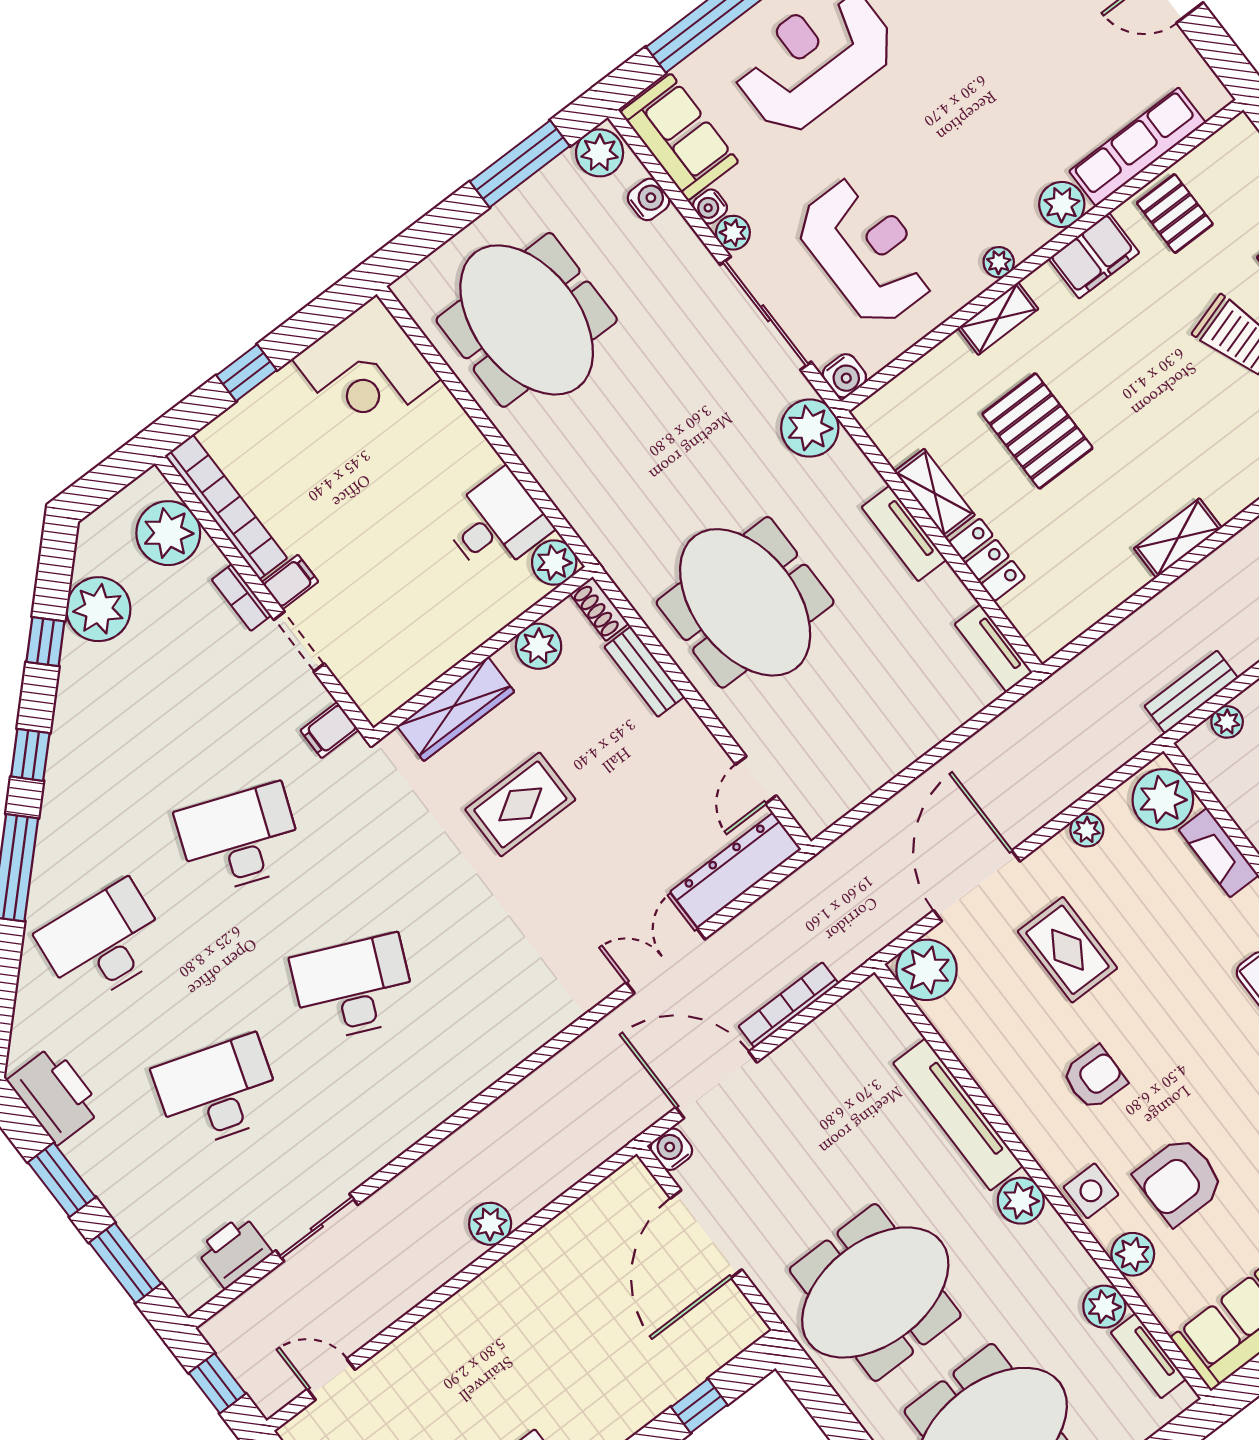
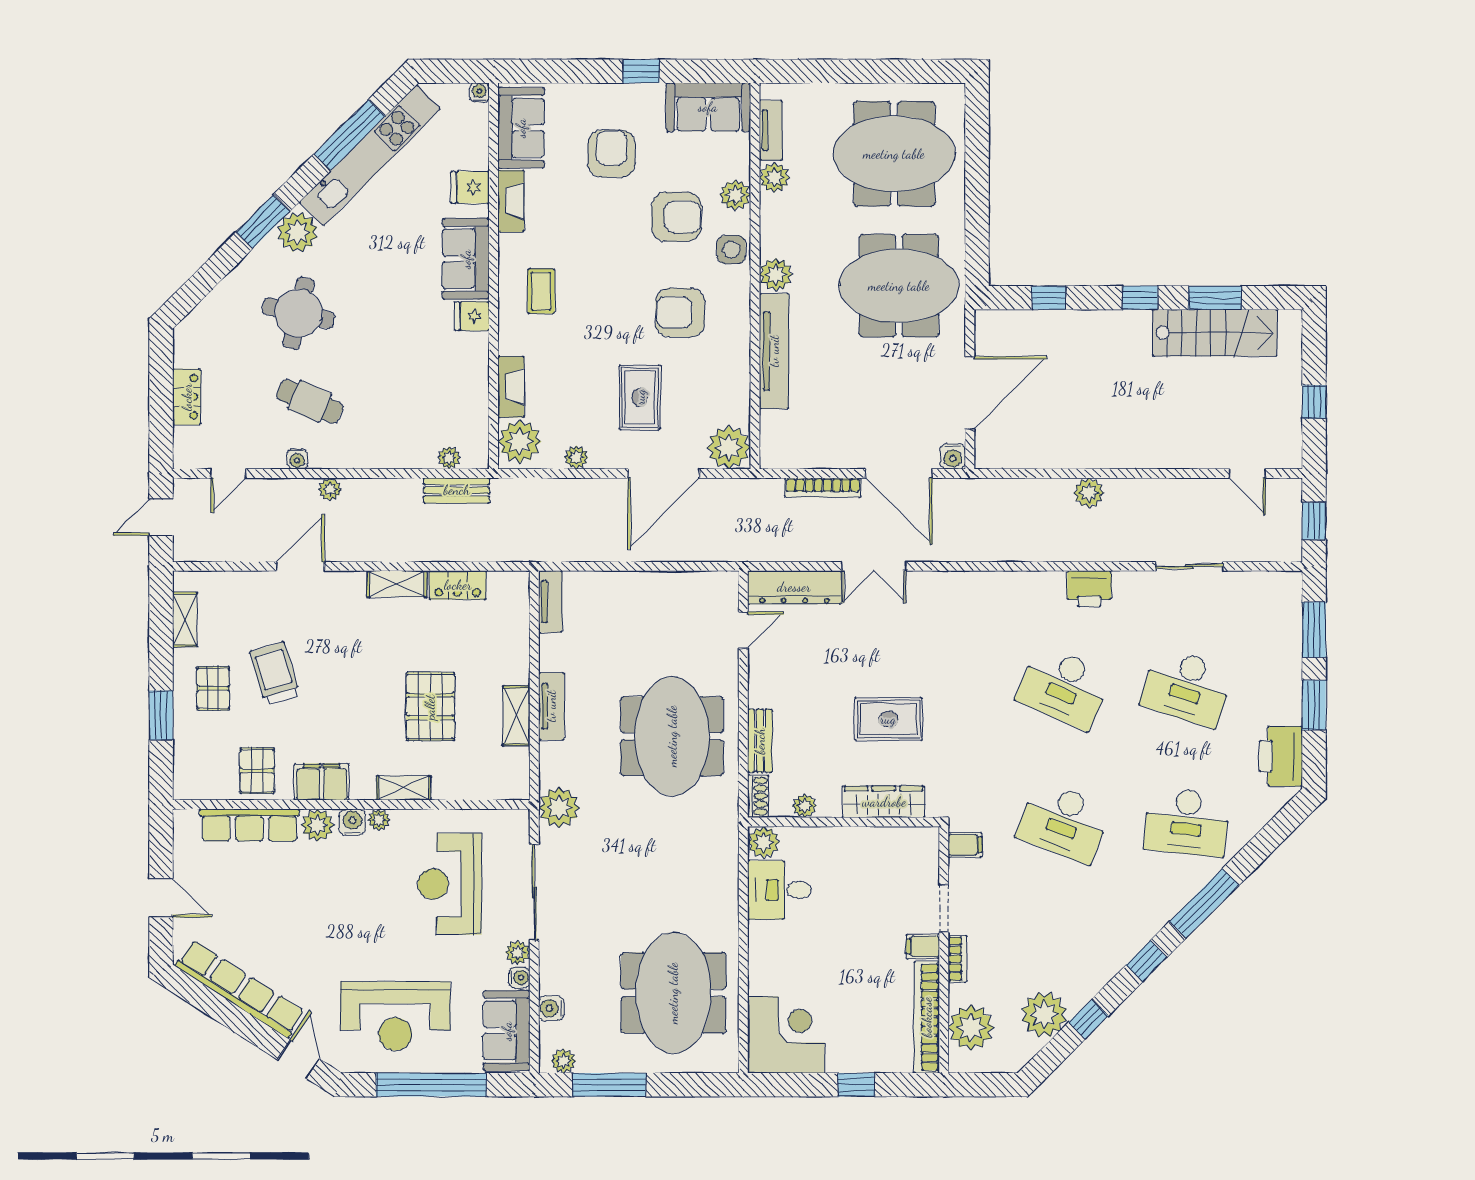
plant: (600, 153) -> (564, 1061), width x0.73, depth x0.73
water cooler: (844, 376) -> (352, 822), moved
locker: (987, 560) -> (458, 585), moved, turned -90
plant: (539, 646) -> (805, 806), width x0.73, depth x0.73
armchair: (1094, 1078) -> (680, 313), width x1.38, depth x1.38
printer: (234, 1251) -> (1089, 589), moved

